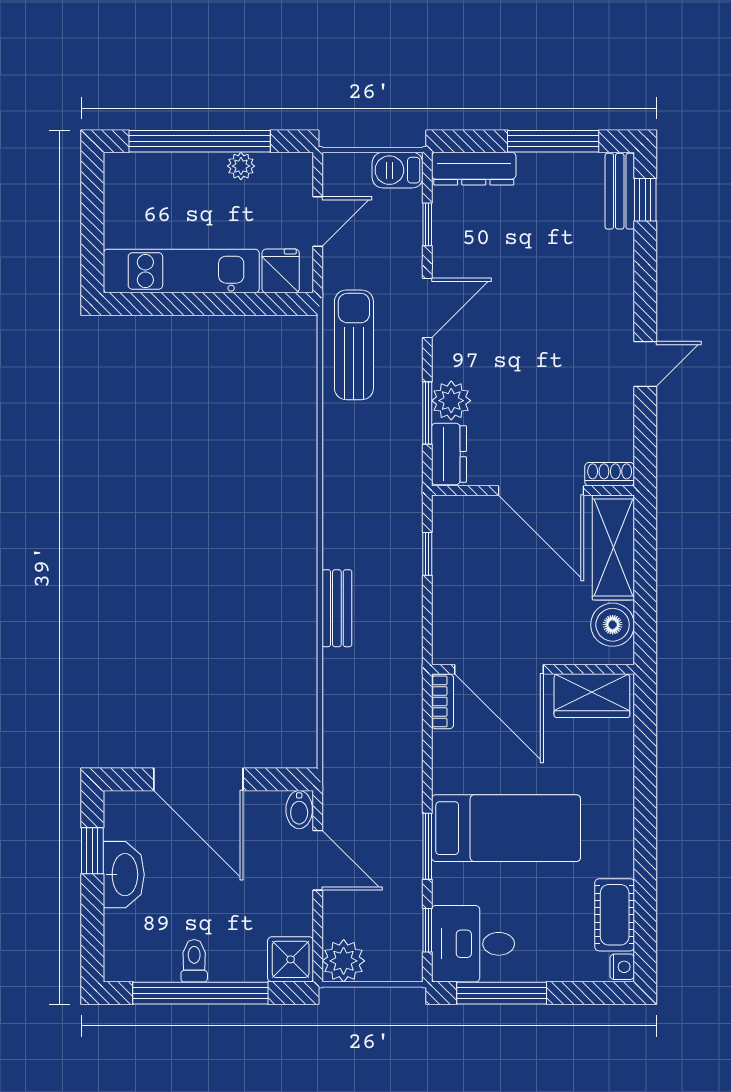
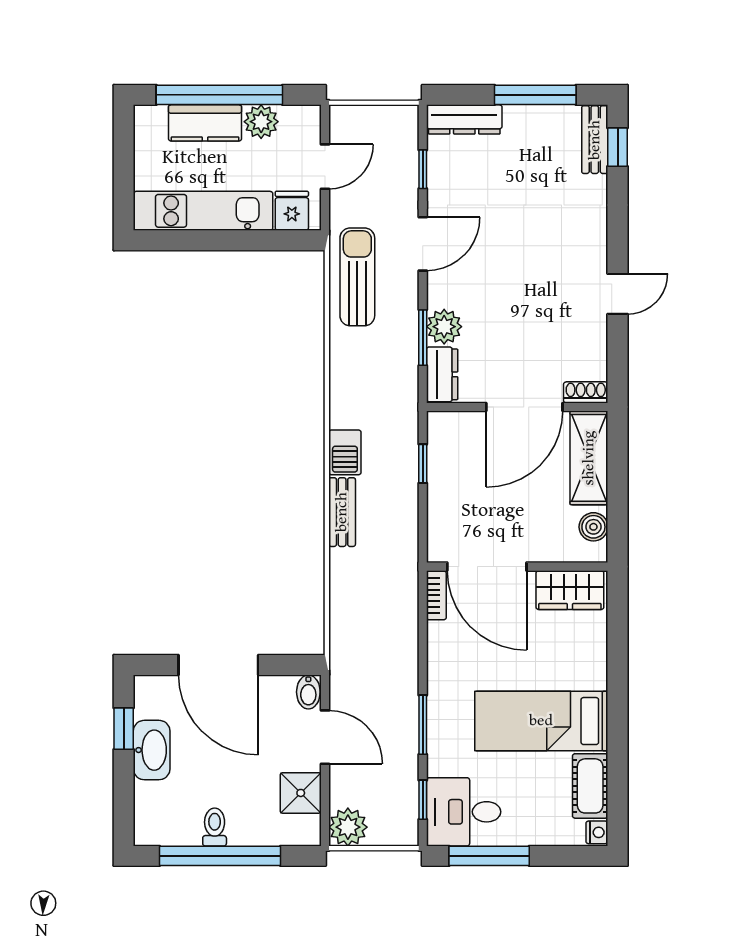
plant: (241, 166) -> (261, 122), width x1.38, depth x1.38
barbecue: (398, 170) -> (345, 452), moved, turned -90
kitchen counter: (183, 173) -> (205, 123), added
door: (541, 491) -> (524, 407), hinge flipped
boiler: (613, 625) -> (593, 527), width x0.73, depth x0.73
bed: (506, 828) -> (541, 721), moved, turned 180
shower: (291, 959) -> (301, 793), moved

